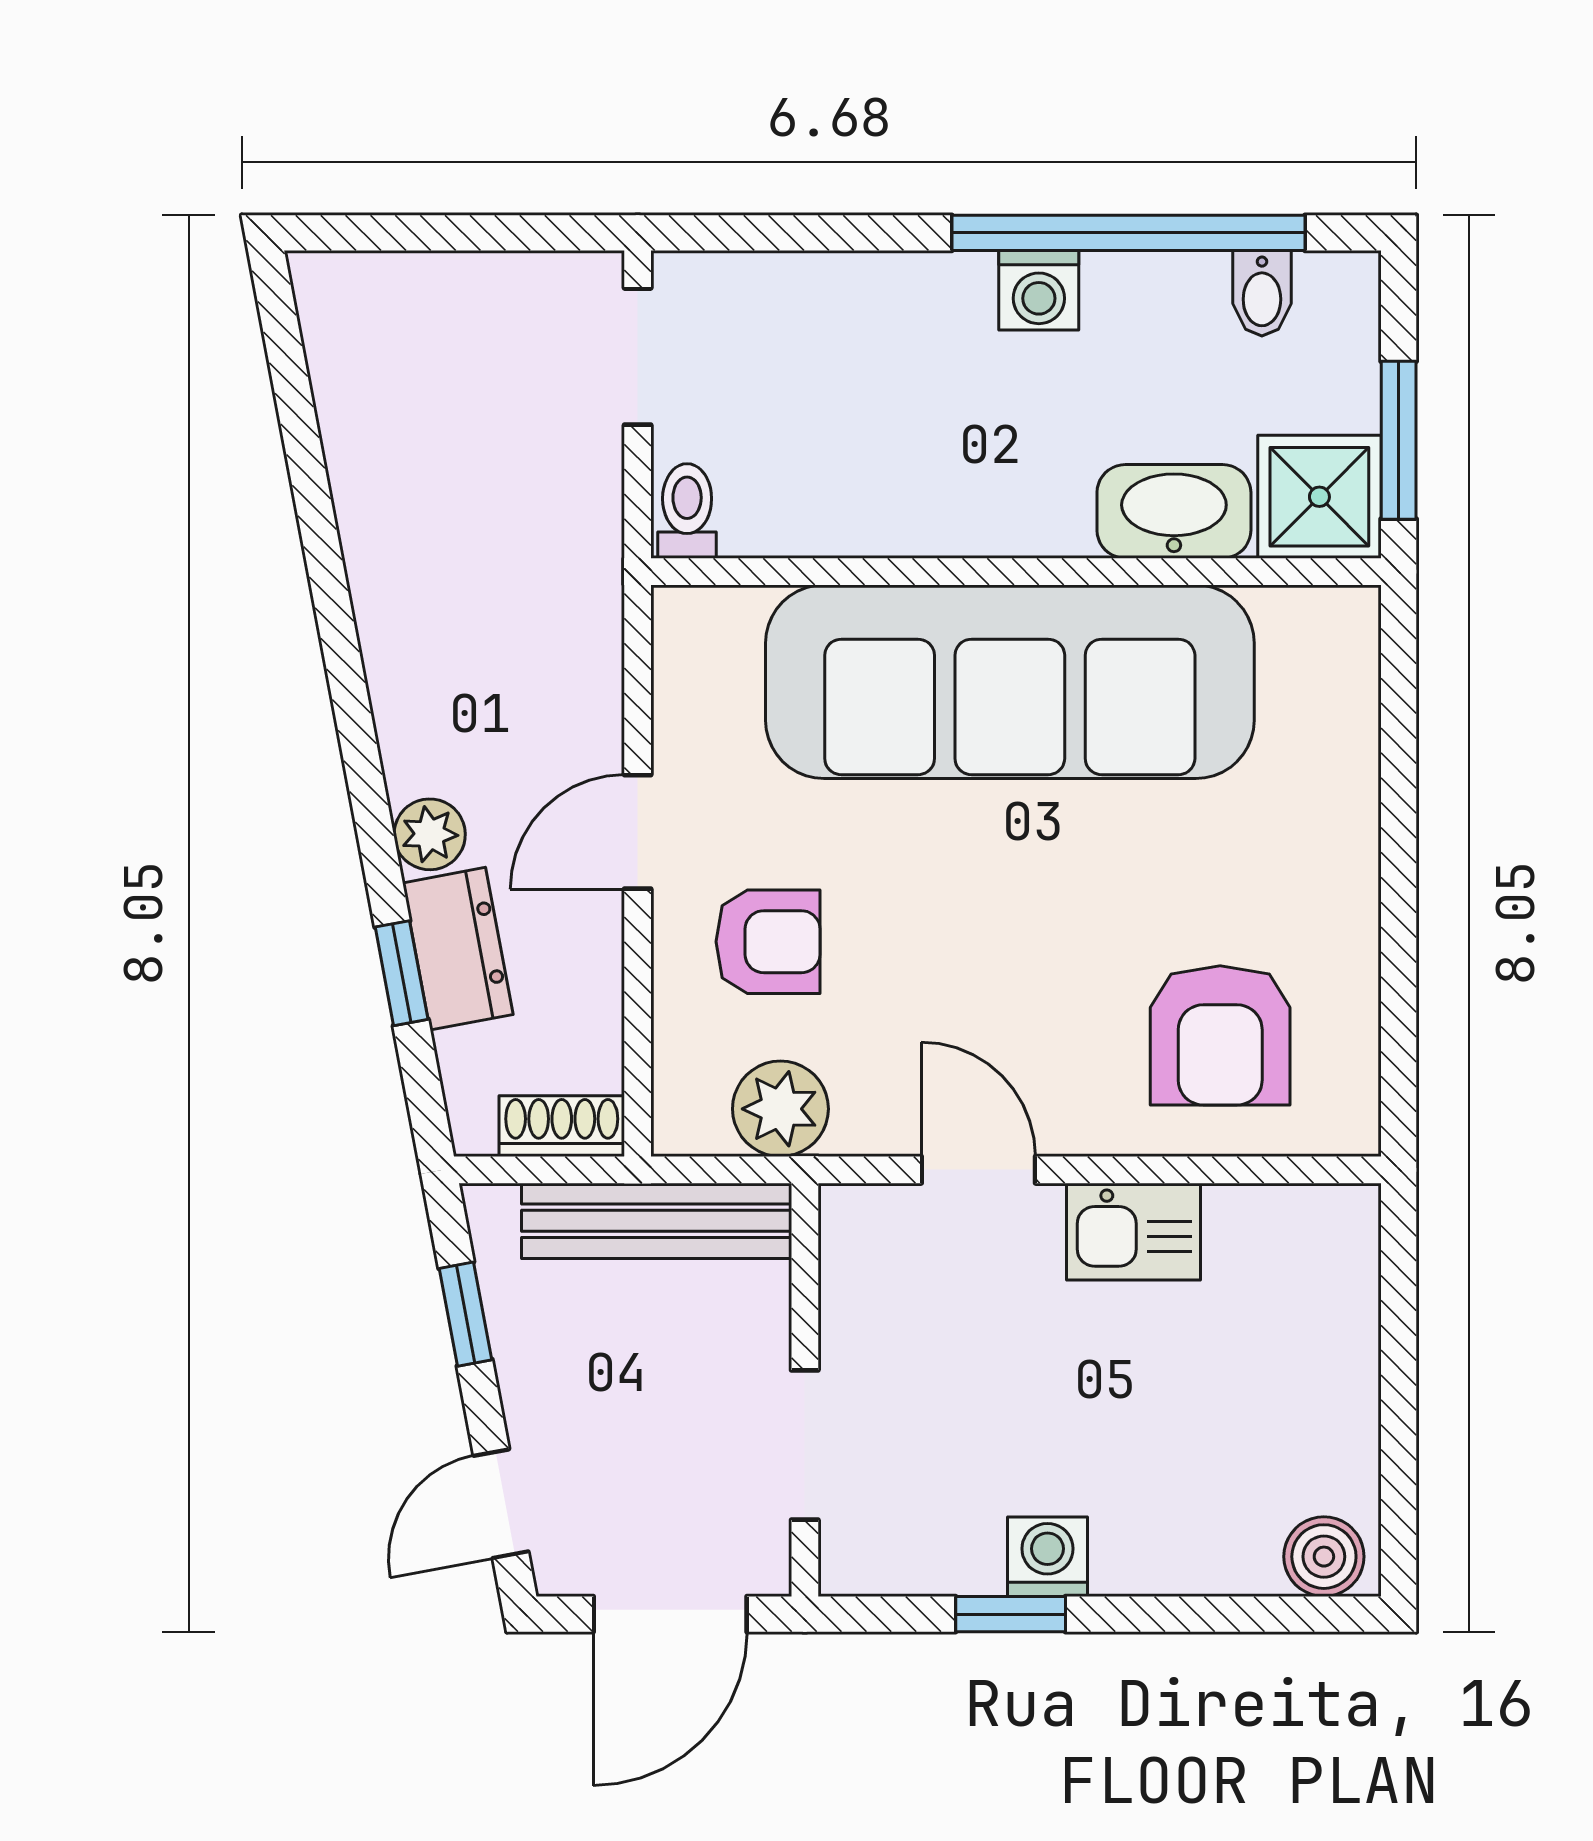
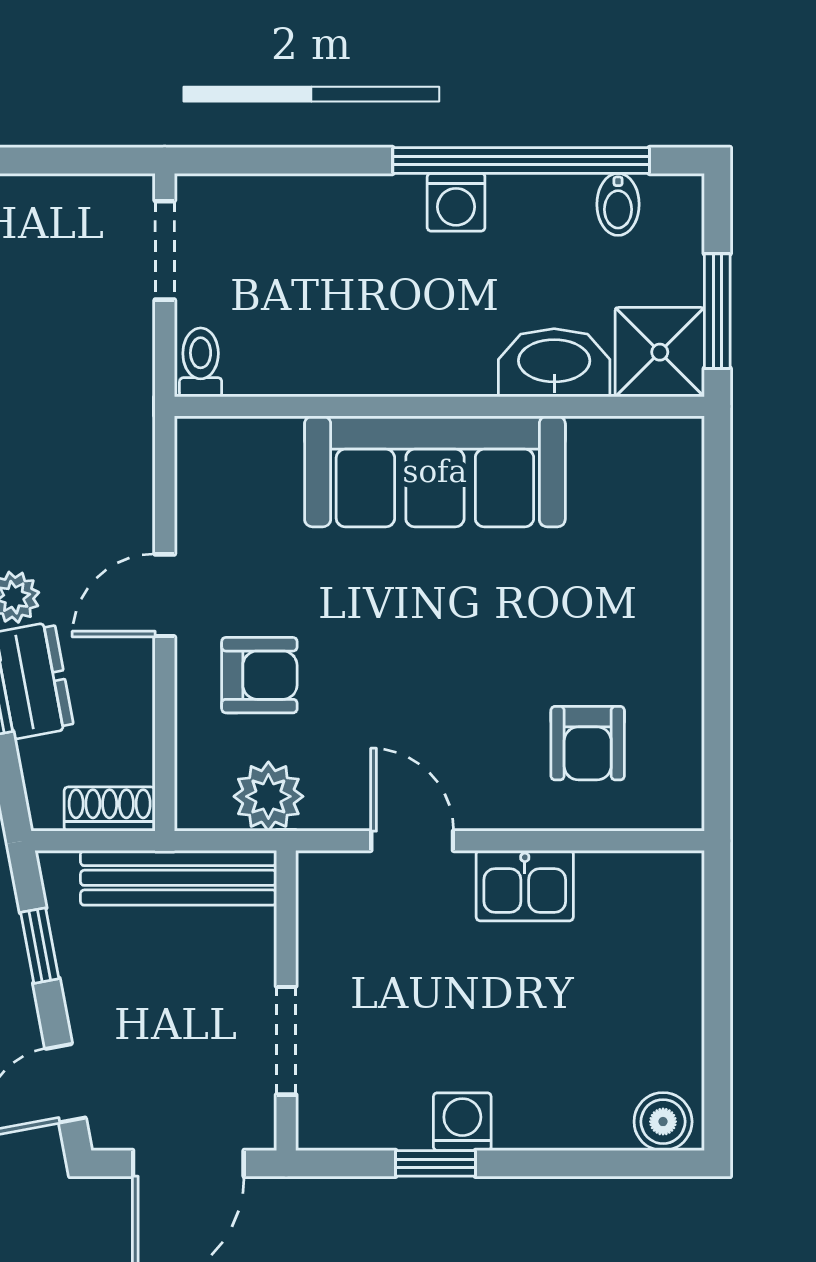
sofa: (1010, 682) -> (435, 471), width x0.74, depth x0.79
armchair: (1220, 1035) -> (588, 743), width x0.72, depth x0.72

